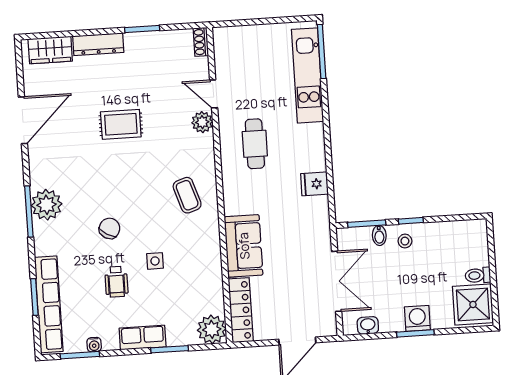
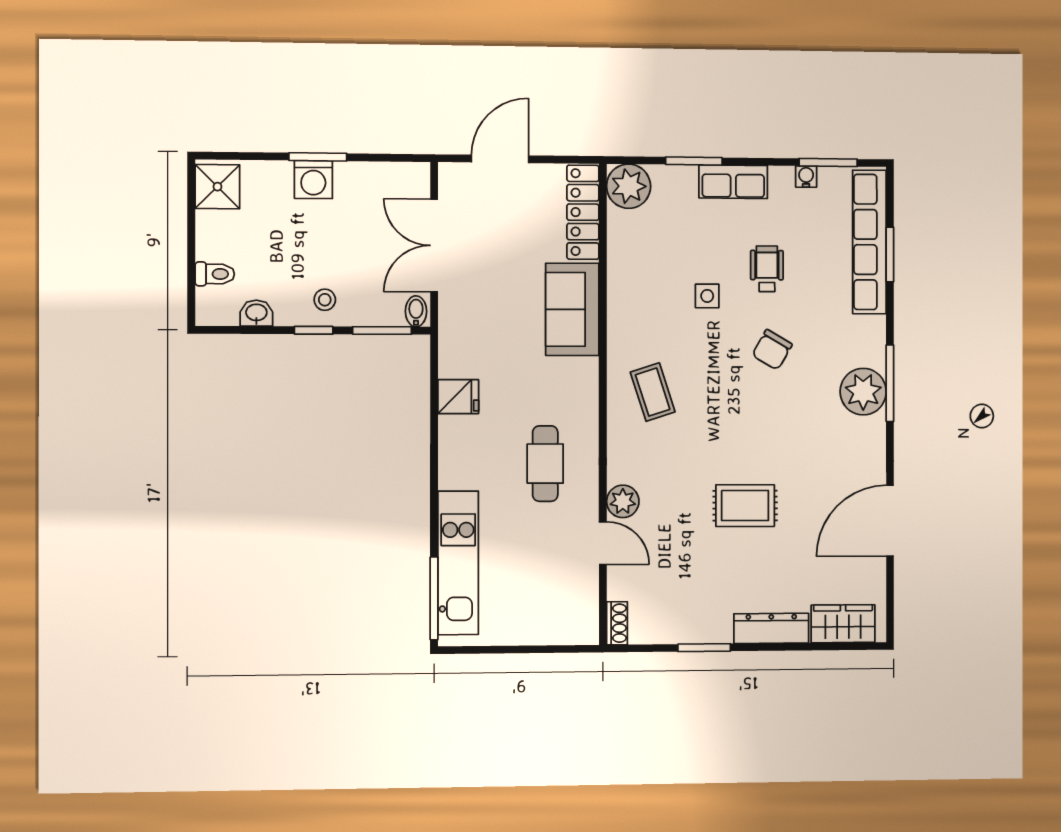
bidet: (379, 235) -> (416, 311), moved
toilet: (478, 275) -> (215, 274), moved
shower: (473, 304) -> (217, 187), width x0.73, depth x0.73
washbasin: (368, 325) -> (256, 313), moved, turned 180

